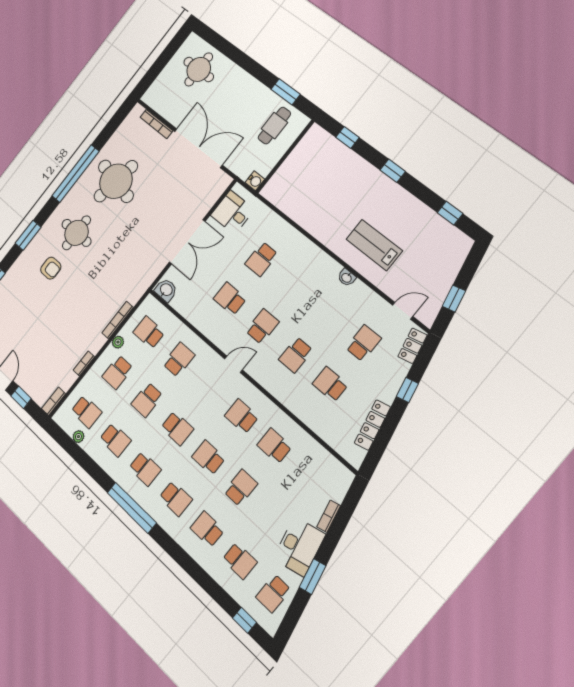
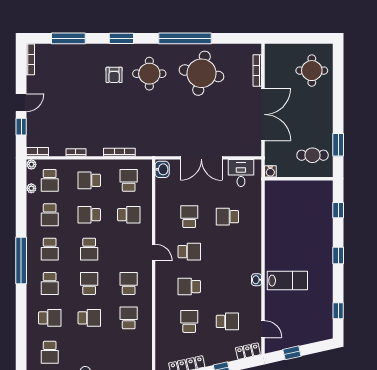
lab bench: (374, 245) -> (287, 281), turned 90
plant: (118, 342) -> (31, 164), moved
school desk: (207, 529) -> (50, 318), turned 90

